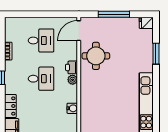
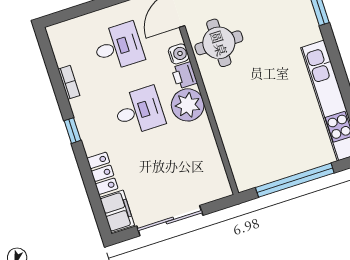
plant: (73, 80) -> (188, 105), width x1.87, depth x1.87
water cooler: (72, 108) -> (179, 54), moved

